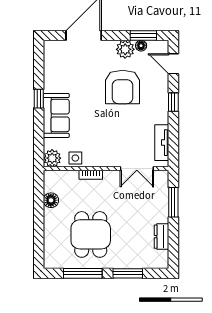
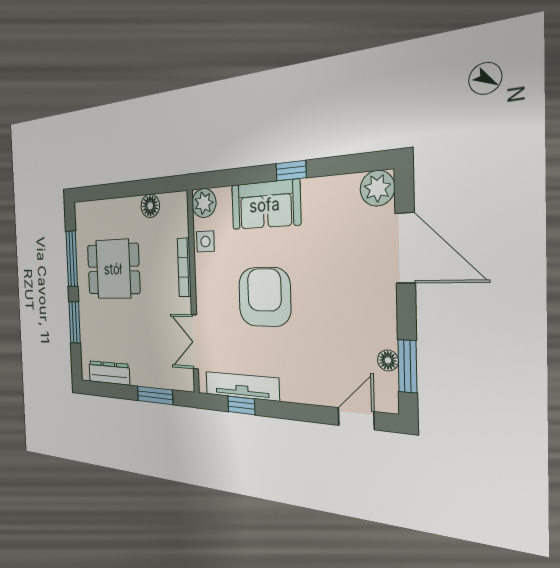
plant: (125, 49) -> (377, 188), moved
armchair: (123, 87) -> (264, 297), moved, turned 90
window: (173, 102) -> (241, 405), moved
tv unit: (162, 143) -> (242, 386), width x1.41
bookcase: (91, 175) -> (184, 267), width x1.56
dresser: (161, 237) -> (109, 373), width x1.44

